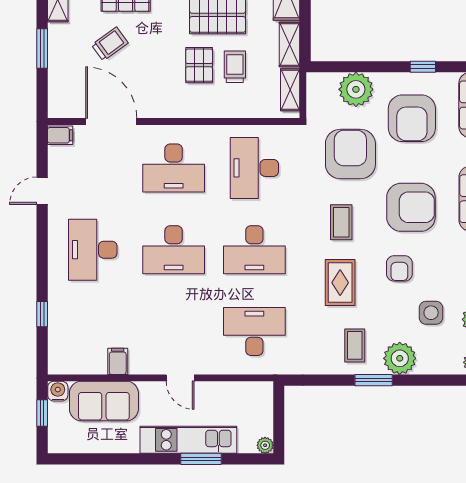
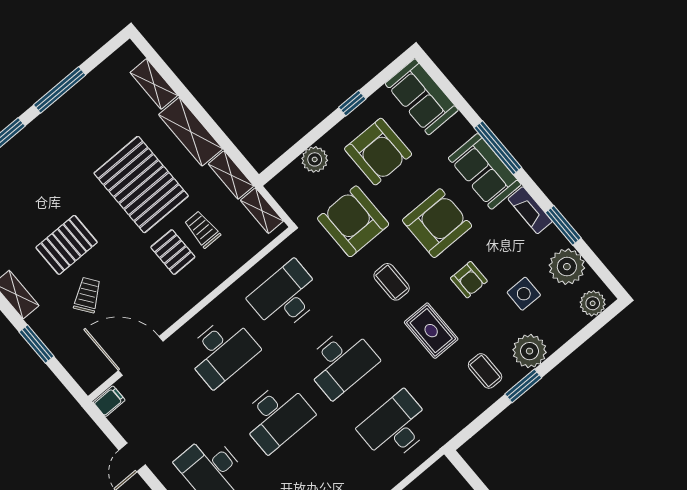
plant: (356, 89) -> (315, 159), width x0.73, depth x0.73
desk: (254, 168) -> (286, 297), turned 90

